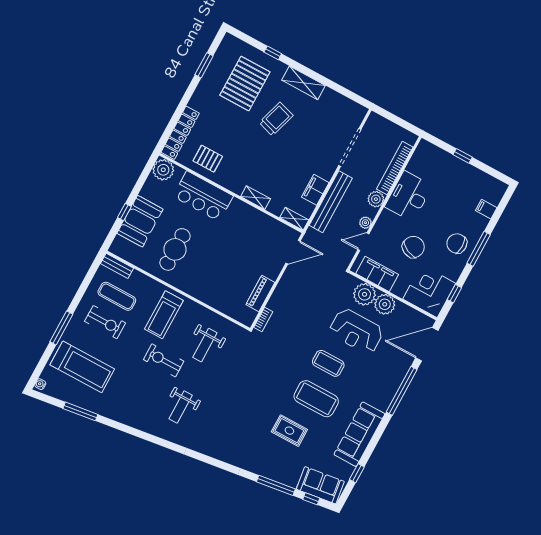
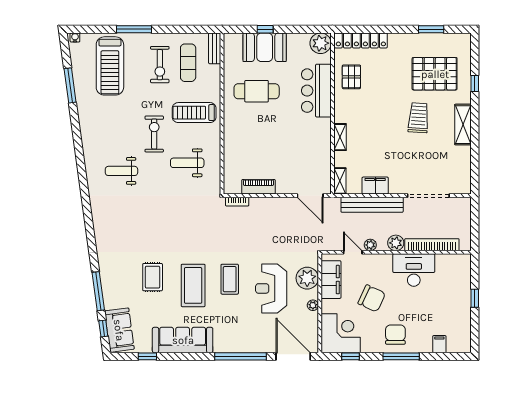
trolley: (276, 119) -> (418, 118), turned -103
plant: (385, 304) -> (313, 305), width x0.53, depth x0.53

